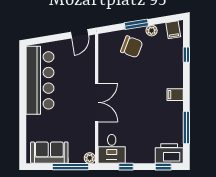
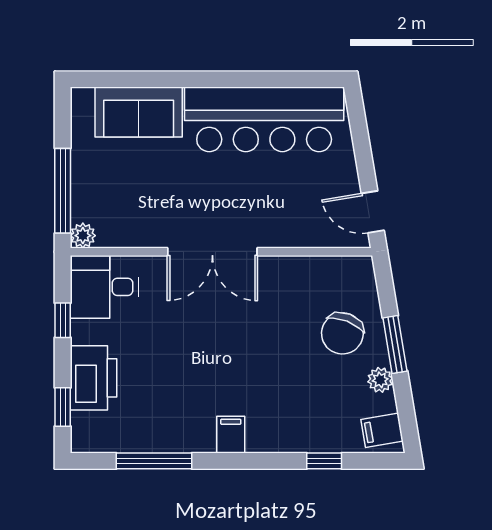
sofa: (49, 153) -> (139, 112), moved, turned 90
printer: (169, 153) -> (93, 378), moved

